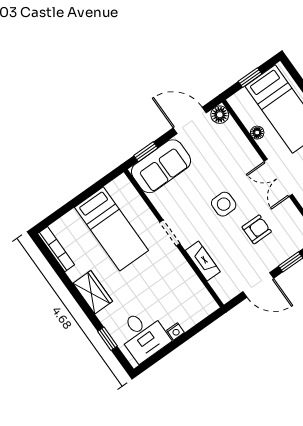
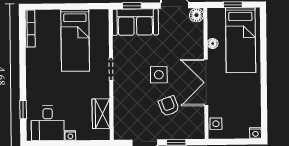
double door: (278, 178) -> (206, 82), width x1.37
armchair: (257, 229) -> (169, 106), turned -110
fireplace: (203, 261) -> (120, 102), removed
wardrobe: (93, 292) -> (101, 114), moved, turned 180

